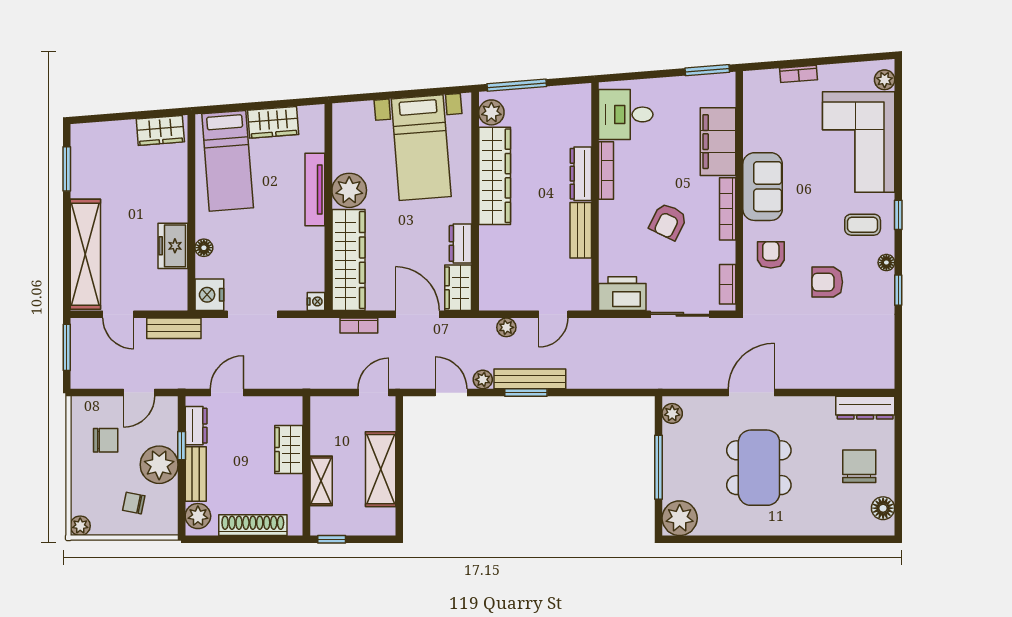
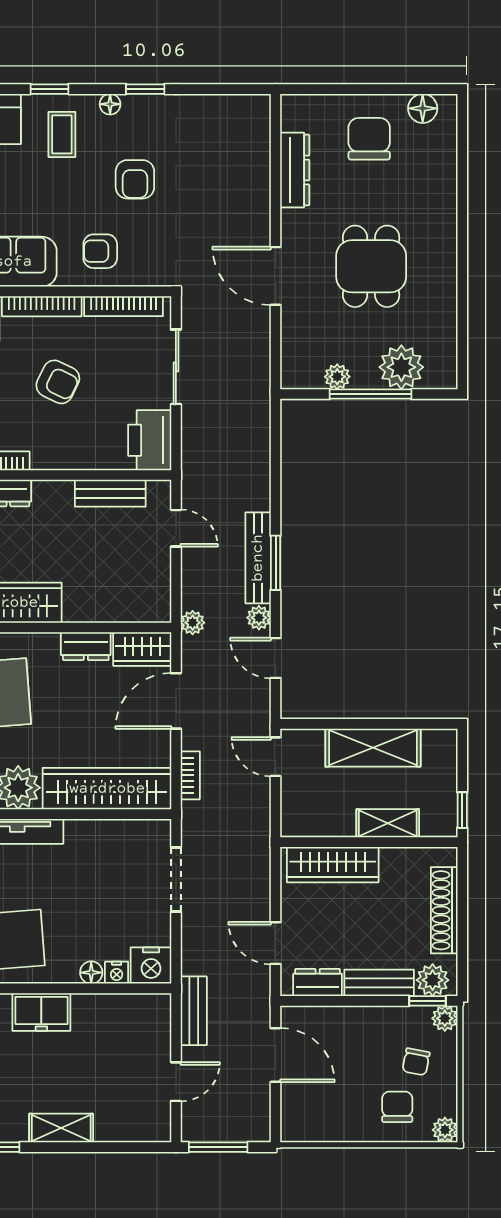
bench: (581, 230) -> (110, 493), moved
freezer: (173, 246) -> (41, 1012), moved
shelving: (85, 254) -> (61, 1128), width x0.45, depth x0.75
bookcase: (728, 284) -> (123, 306), width x1.56
nightstand: (316, 301) -> (117, 973), moved, turned 180
doorway: (253, 314) -> (176, 879), moved
plant: (506, 327) -> (193, 623), moved
door: (139, 393) -> (276, 1055), width x1.38
door: (451, 393) -> (276, 658), hinge flipped
dresser: (865, 408) -> (295, 170), moved
plant: (672, 413) -> (337, 377), moved
chair: (106, 440) -> (397, 1107), moved
window: (182, 446) -> (428, 1001), moved
wardrobe: (289, 450) -> (333, 865), width x1.50
plant: (159, 465) -> (445, 1018), moved, width x0.53, depth x0.53
chair: (859, 466) -> (369, 139), turned 90
dining table: (759, 468) -> (371, 266), width x0.73
plant: (680, 518) -> (401, 367), moved

